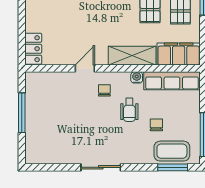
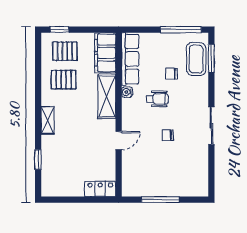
door: (85, 68) -> (119, 141), swing flipped
chair: (104, 90) -> (168, 135), moved

